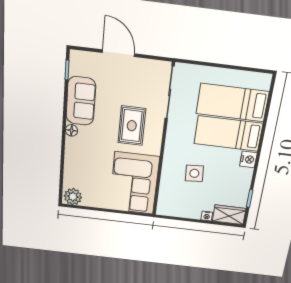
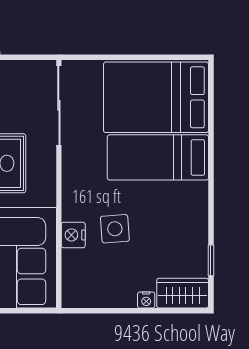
bed: (232, 103) -> (156, 97), width x1.50
nightstand: (248, 159) -> (73, 235), moved, turned 180

